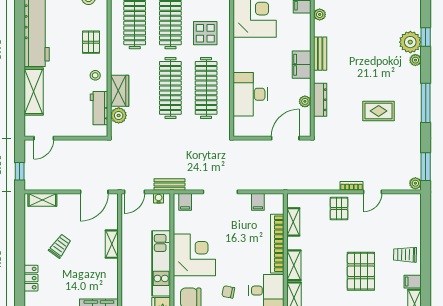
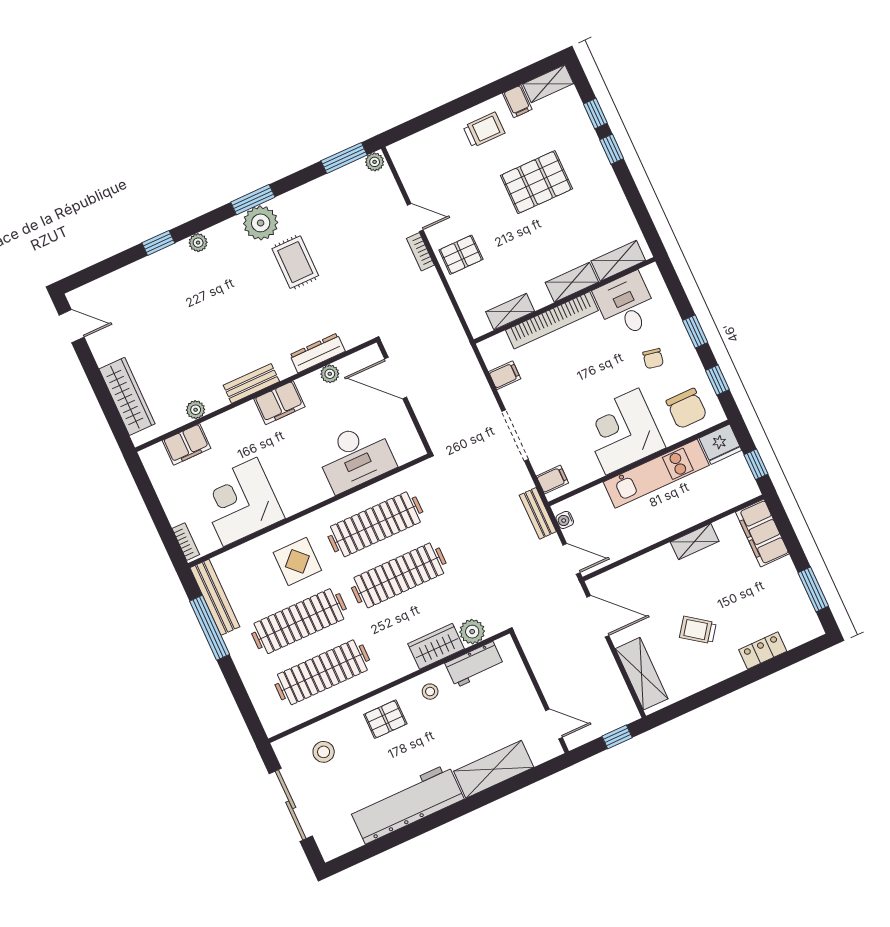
plant: (410, 42) -> (261, 223), moved
window: (426, 103) -> (253, 200), width x0.69
shelving: (42, 200) -> (642, 674), width x1.50, depth x1.33
shelving: (112, 244) -> (695, 542), moved
trolley: (405, 255) -> (484, 130), turned -91

